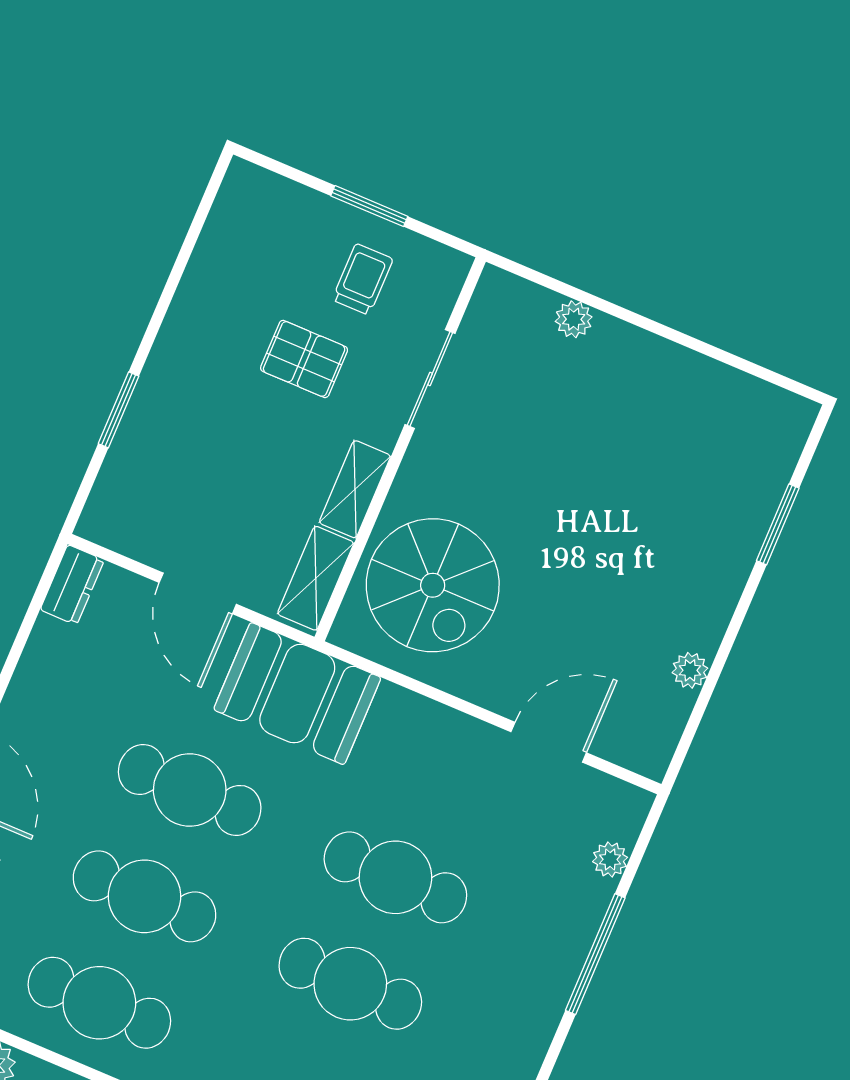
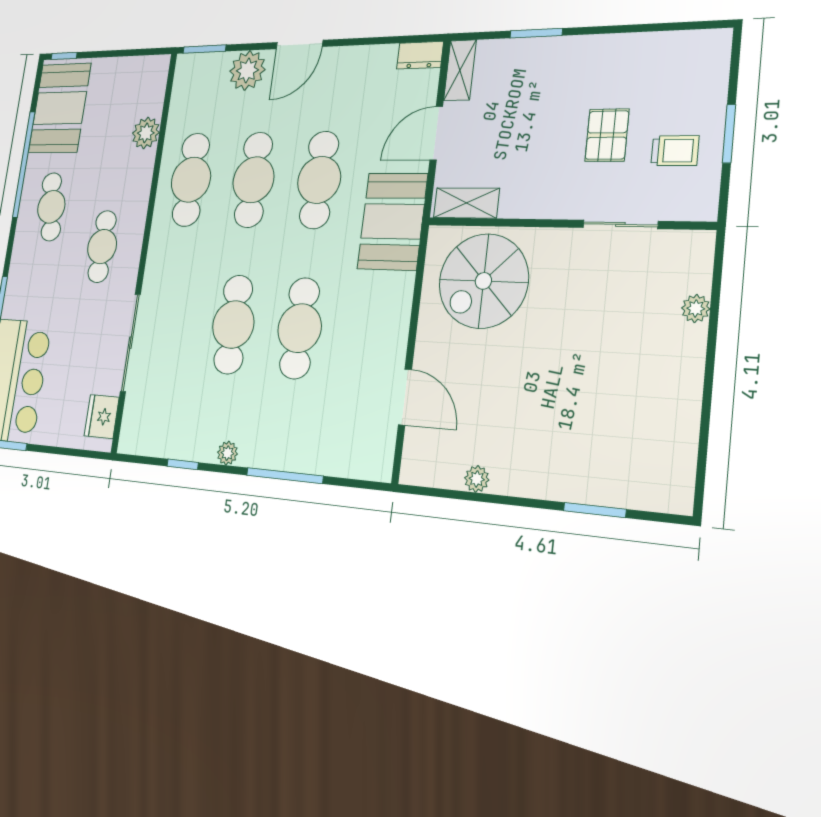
shelving: (355, 489) -> (460, 70), moved, turned 90
plant: (610, 859) -> (227, 453), moved

